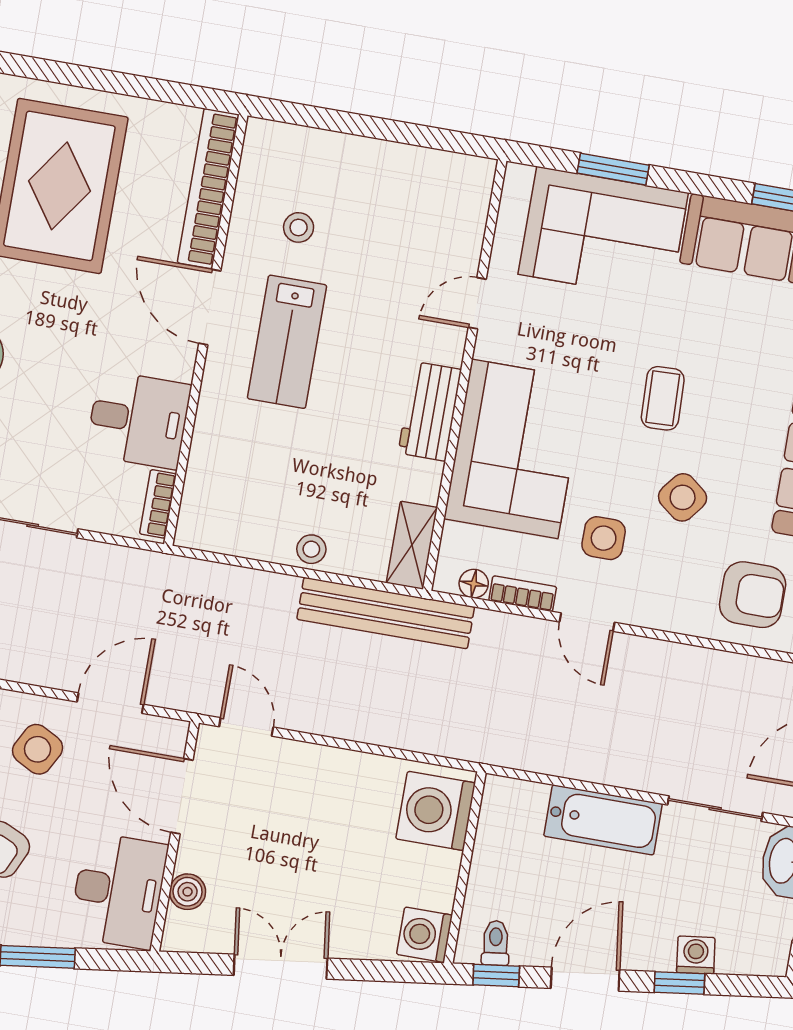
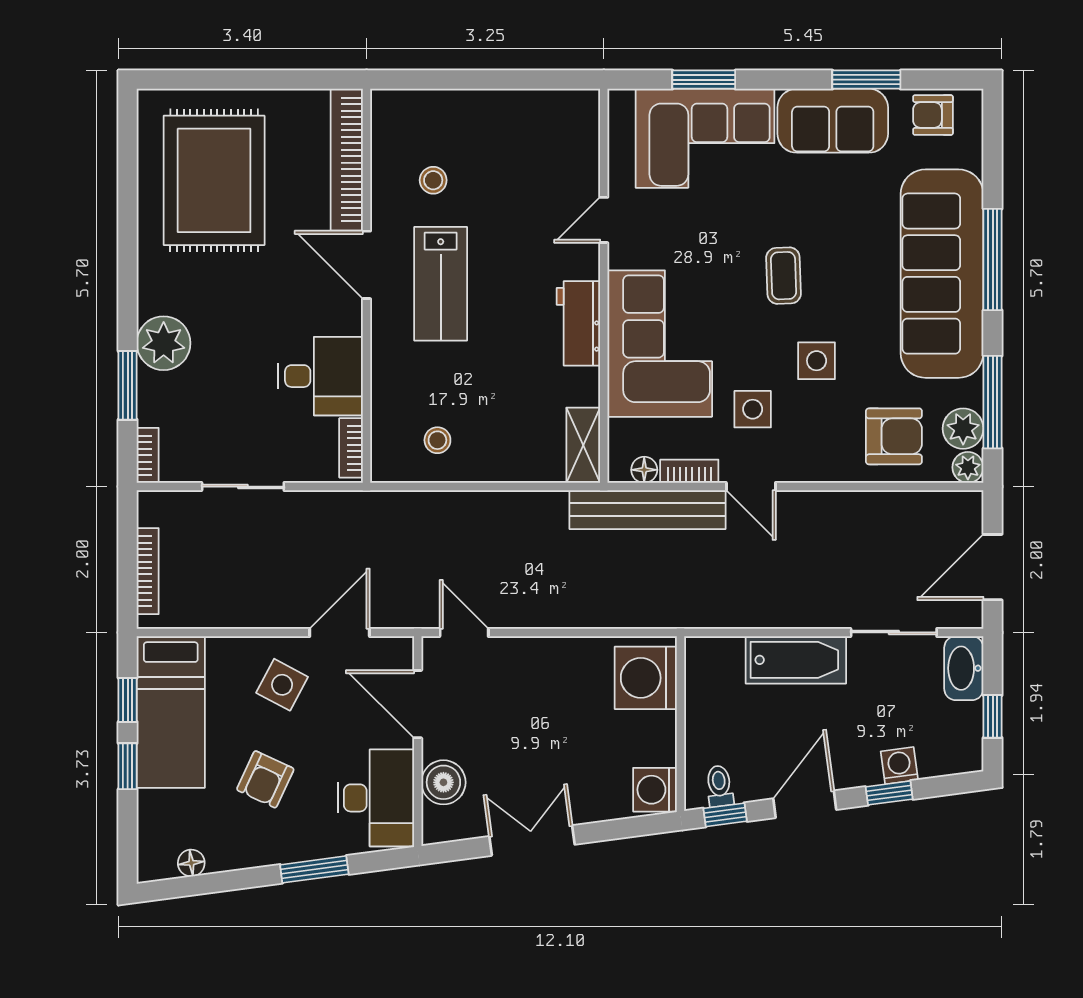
side table: (683, 497) -> (817, 361), turned -38
stool: (311, 549) -> (437, 440), moved
bench: (386, 613) -> (648, 510), moved
boiler: (188, 892) -> (443, 782), width x1.36, depth x1.36

